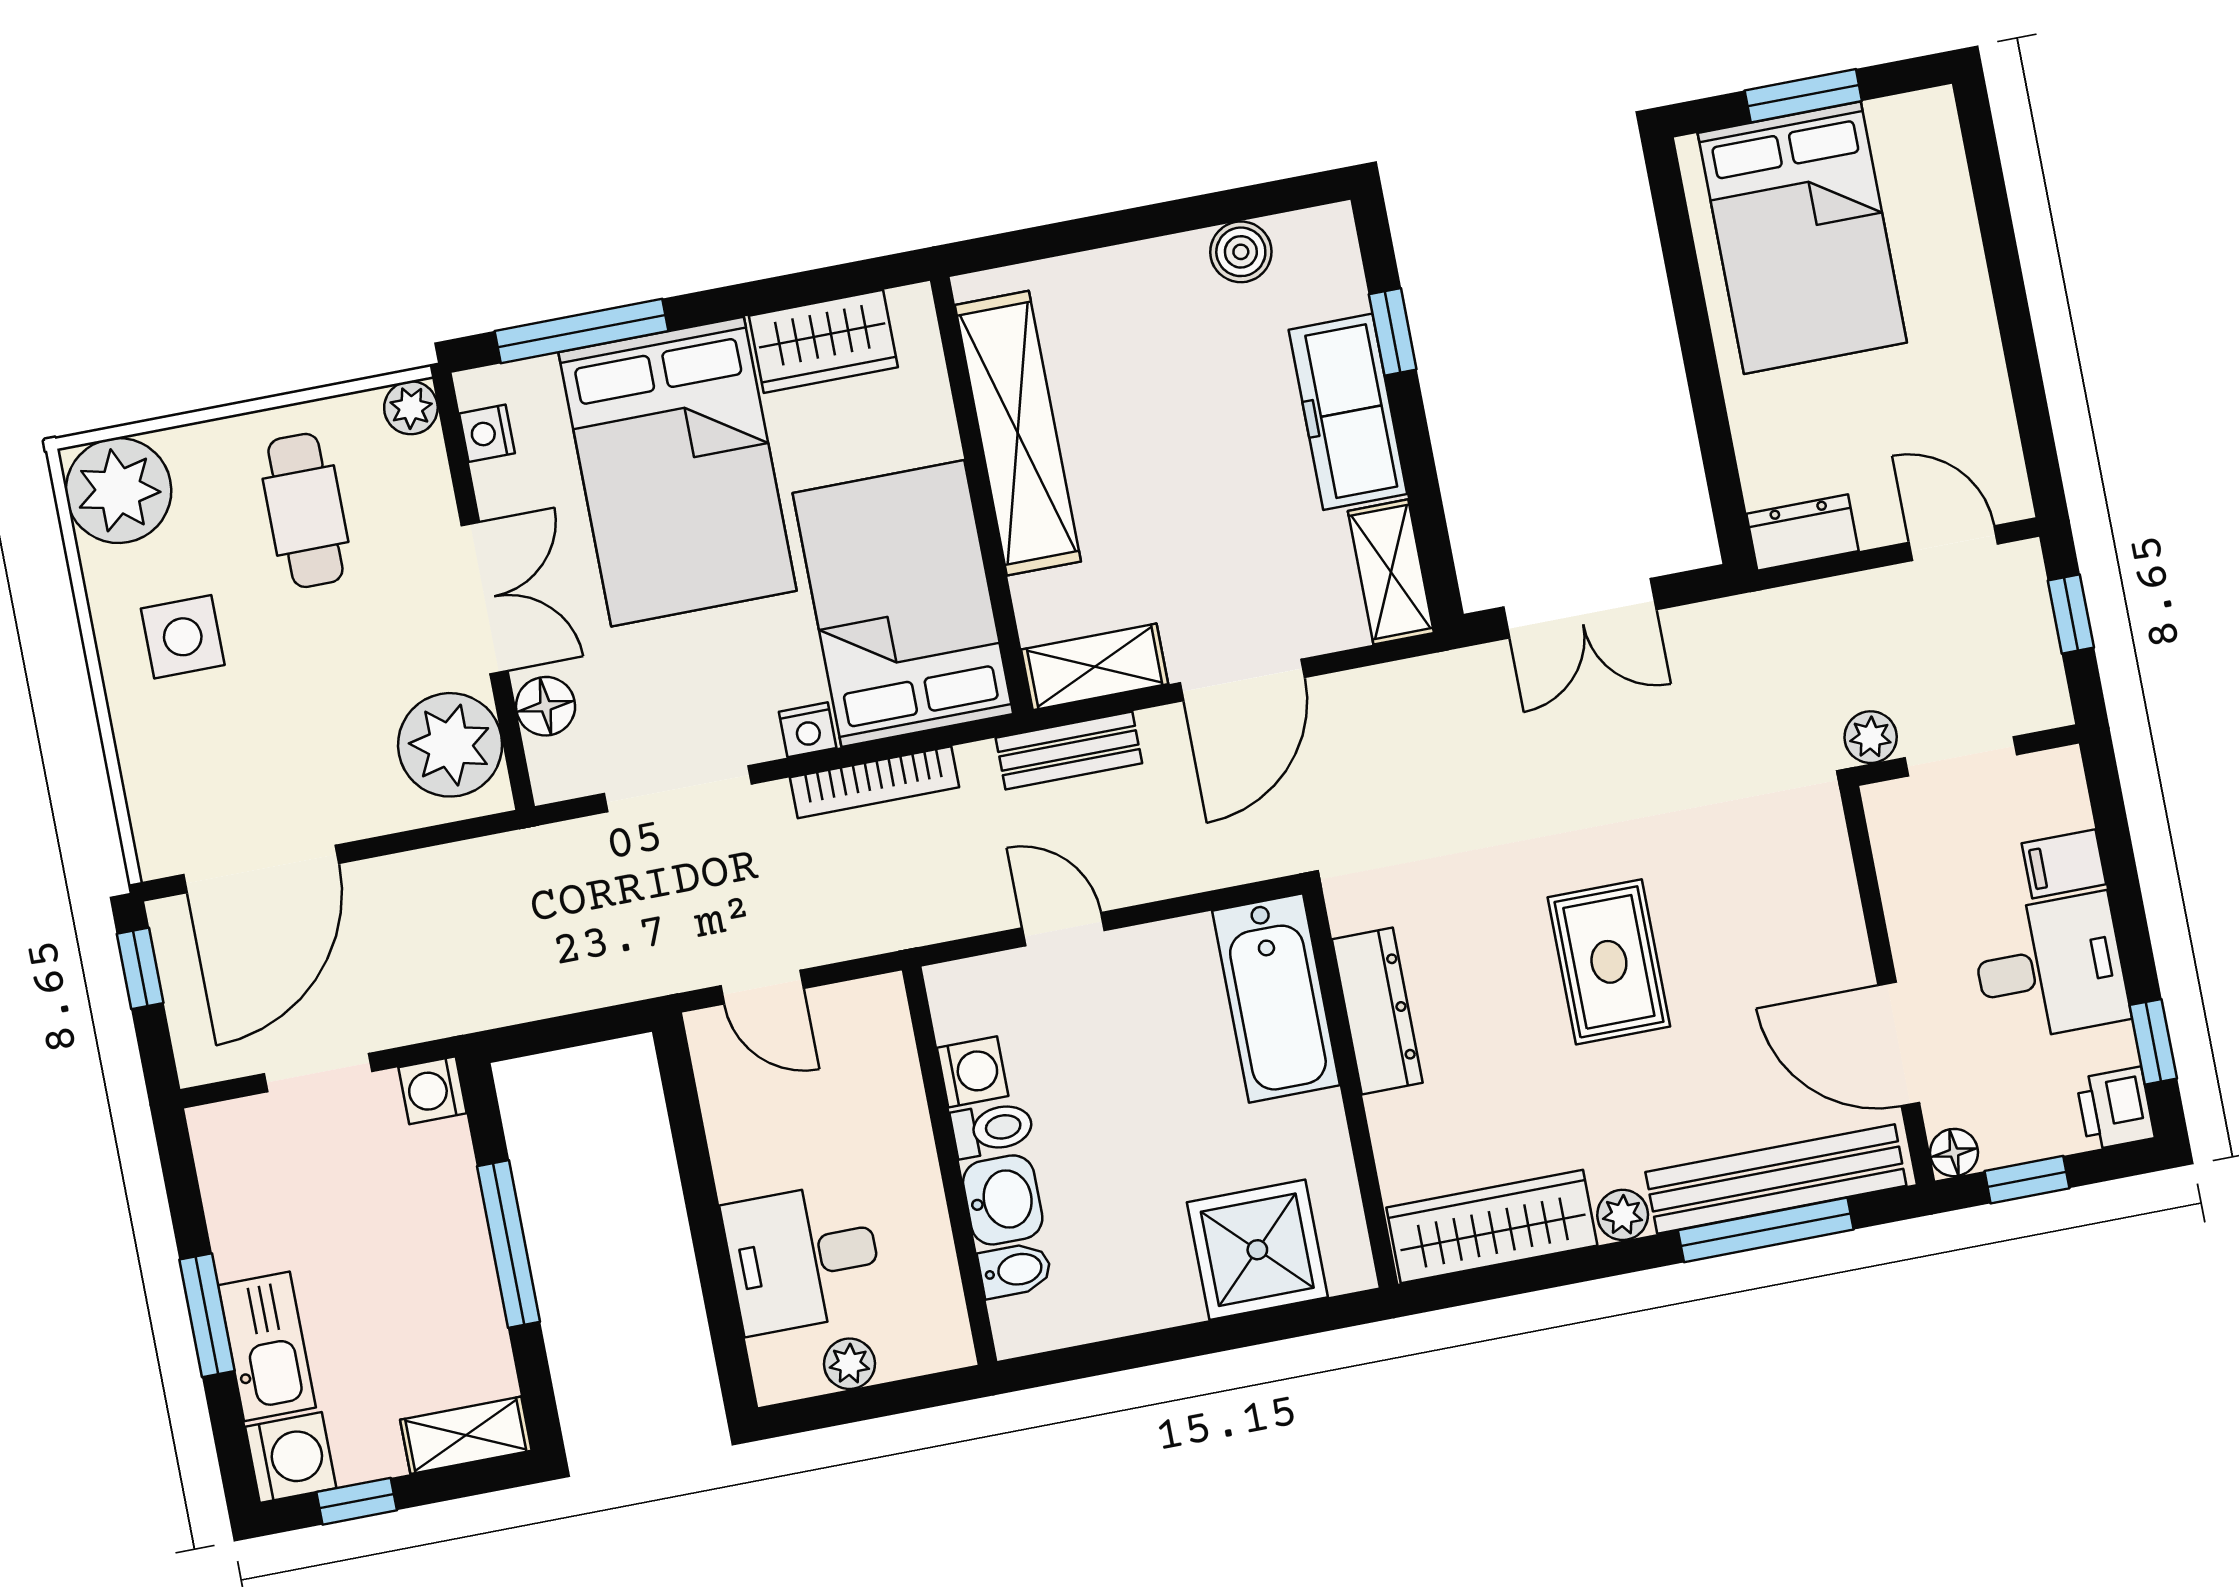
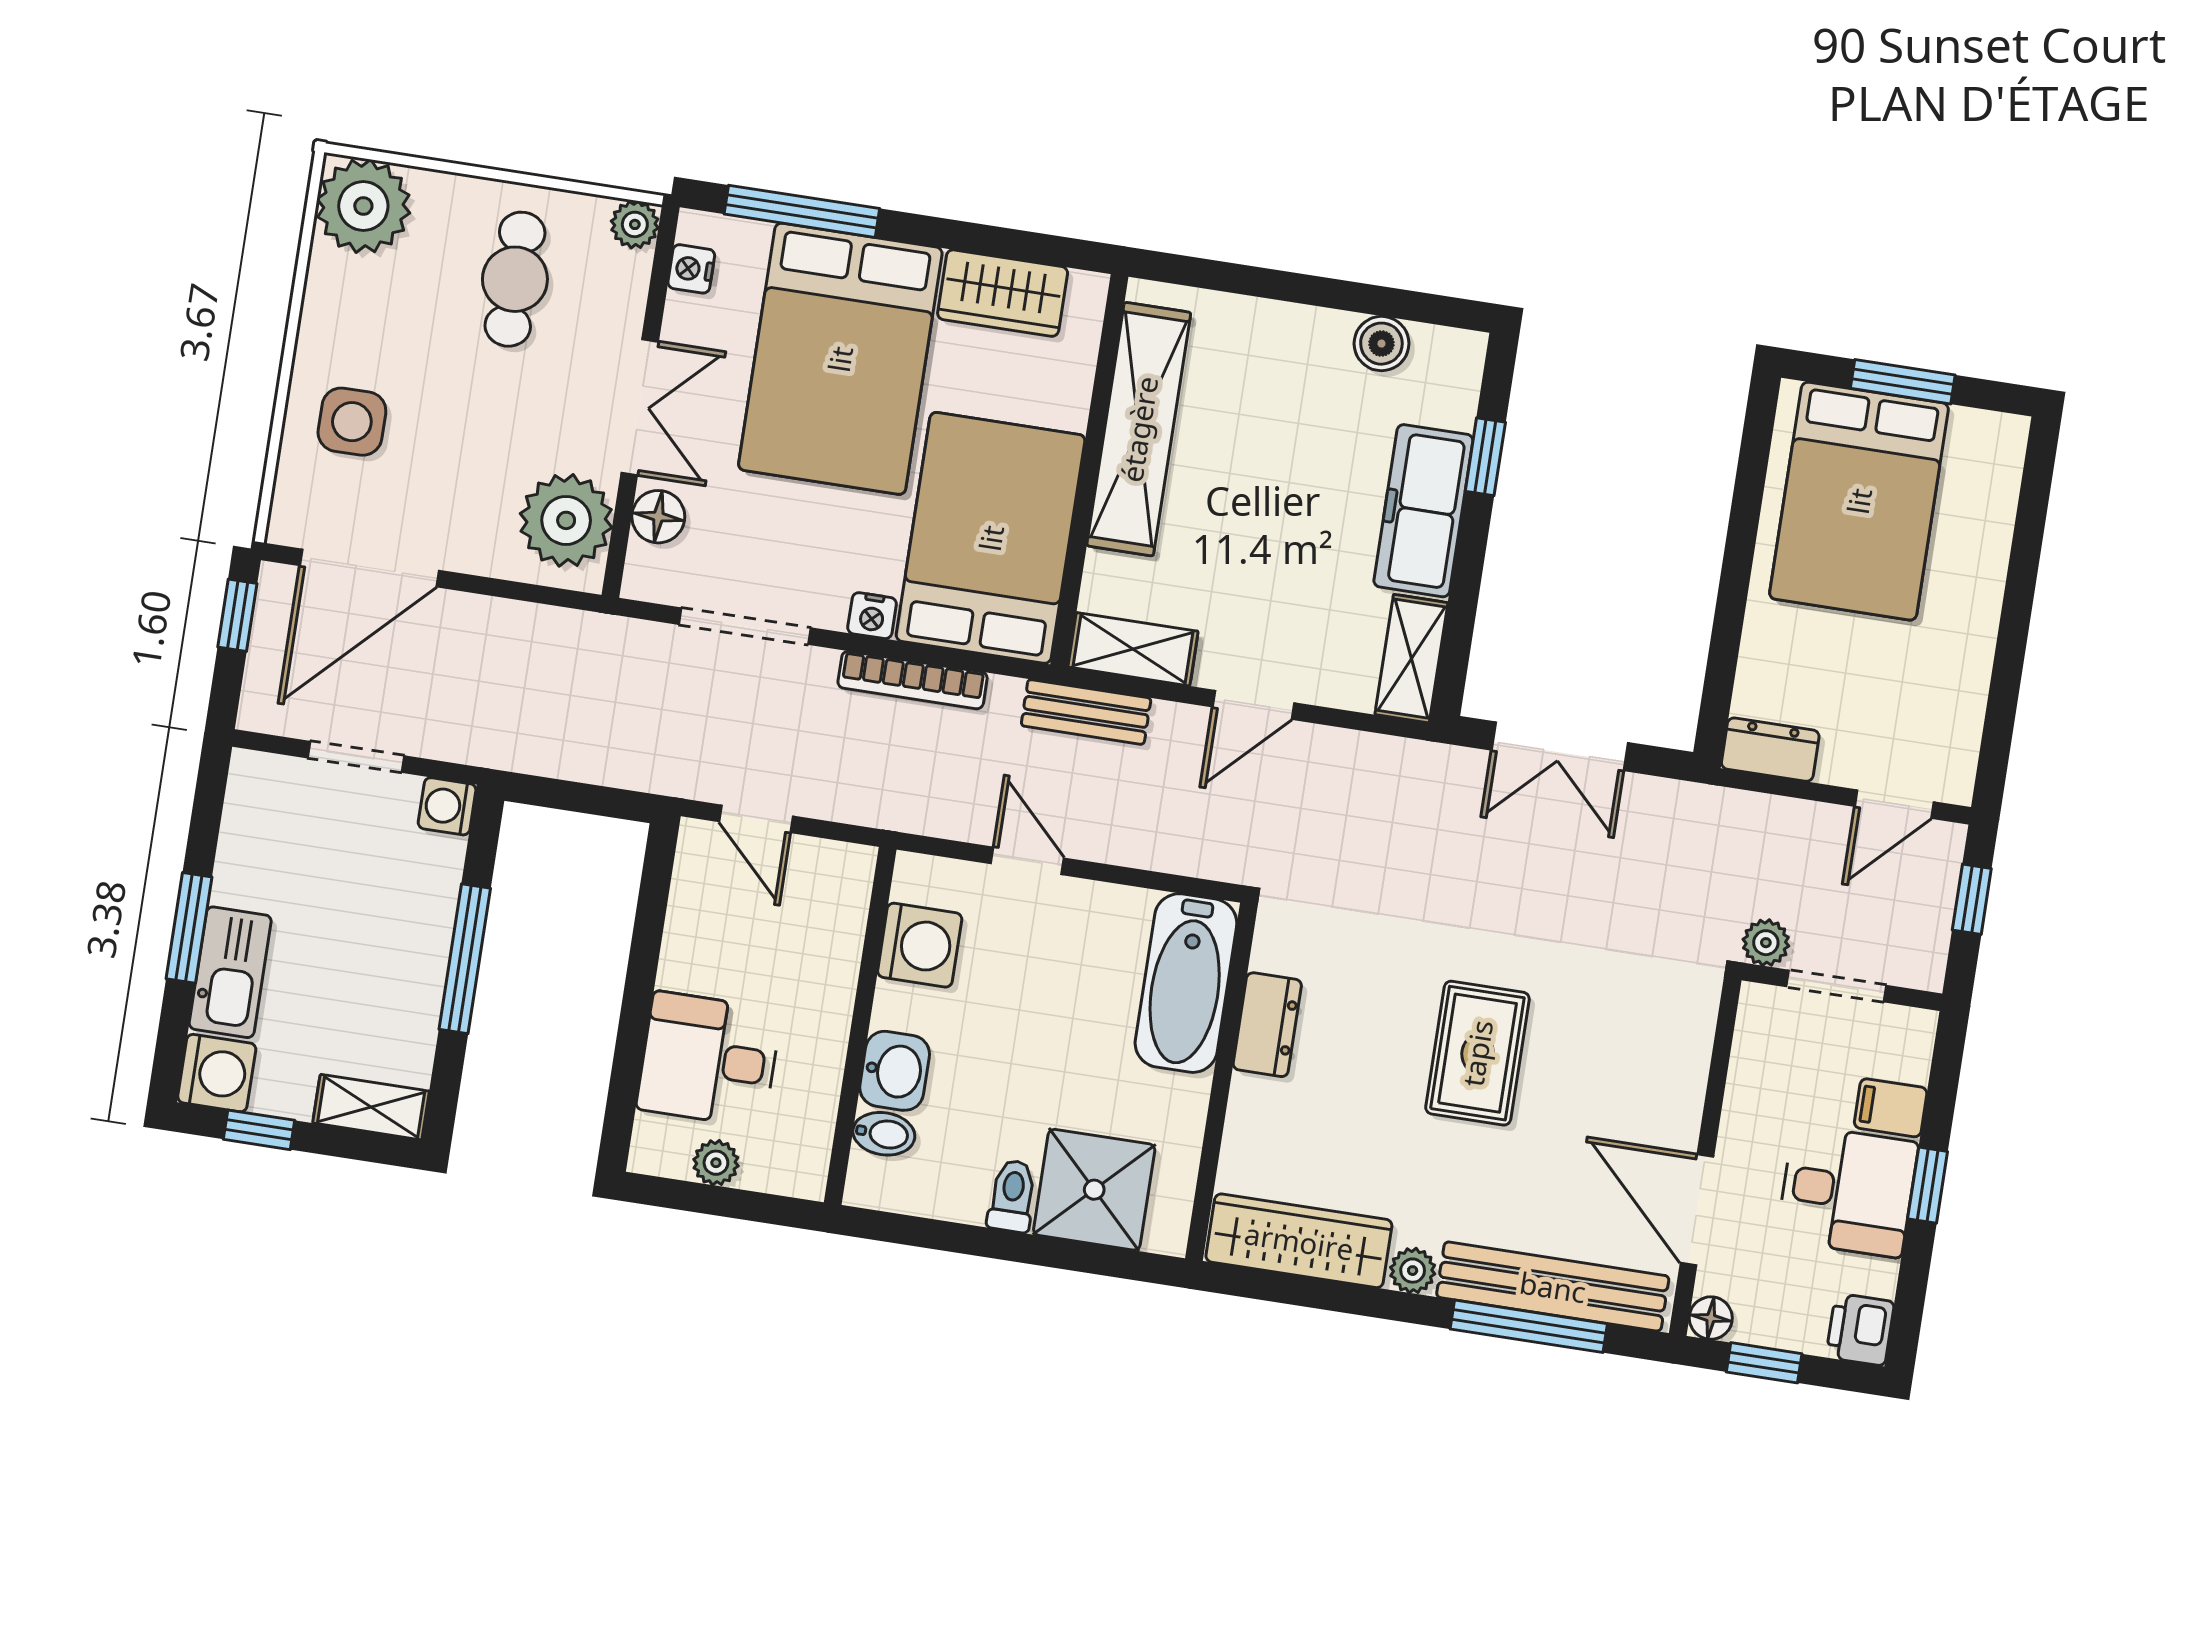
door: (1953, 543) -> (1894, 804), swing flipped
side table: (183, 637) -> (352, 422), moved
door: (1242, 680) -> (1253, 705), width x0.73
dresser: (1377, 1011) -> (1267, 1025), width x0.70
window: (2153, 1042) -> (1928, 1185), moved
washing machine: (973, 1072) -> (920, 945), width x1.38, depth x1.38
toilet: (992, 1129) -> (1012, 1196), moved, turned -90

